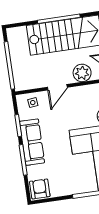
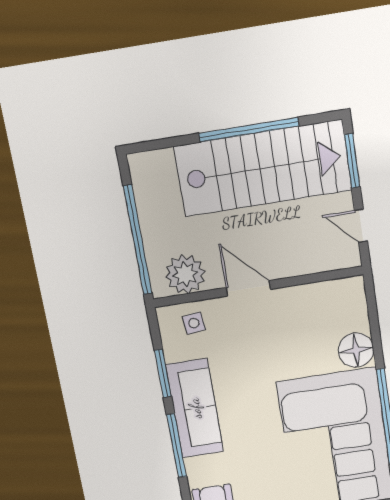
plant: (82, 73) -> (185, 274), moved
door: (57, 87) -> (248, 288), swing flipped

